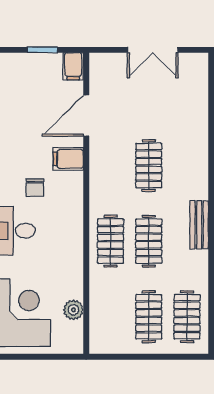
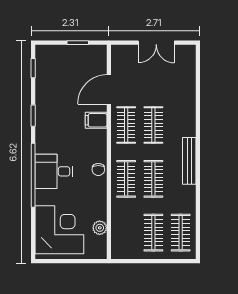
filing cabinet: (73, 66) -> (100, 54), removed
clothes rail: (111, 166) -> (126, 125), added
chair: (35, 188) -> (98, 169), moved
bench: (199, 225) -> (189, 161), width x1.36

